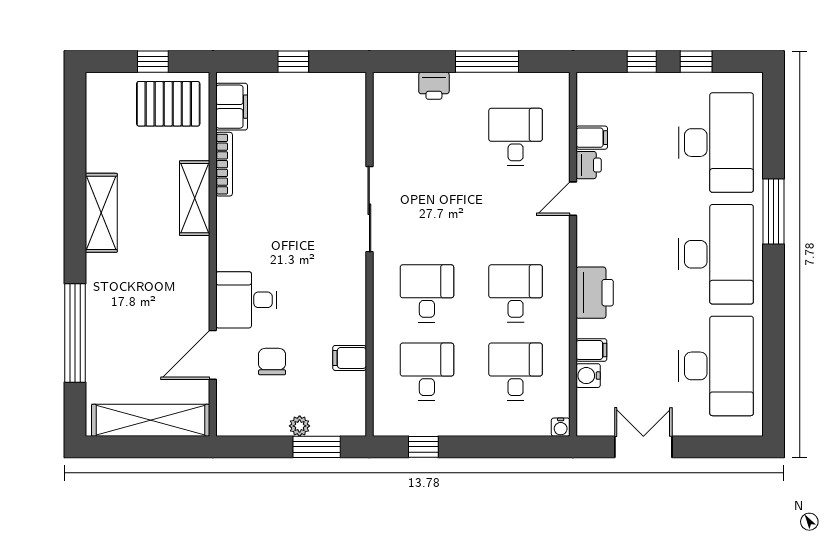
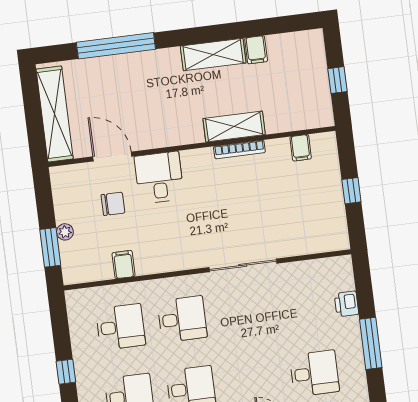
pallet: (168, 104) -> (306, 96), removed
filing cabinet: (232, 107) -> (301, 148), width x0.50
filing cabinet: (102, 159) -> (256, 50), added
bookcase: (224, 164) -> (239, 149), moved
window: (423, 447) -> (66, 372), moved

